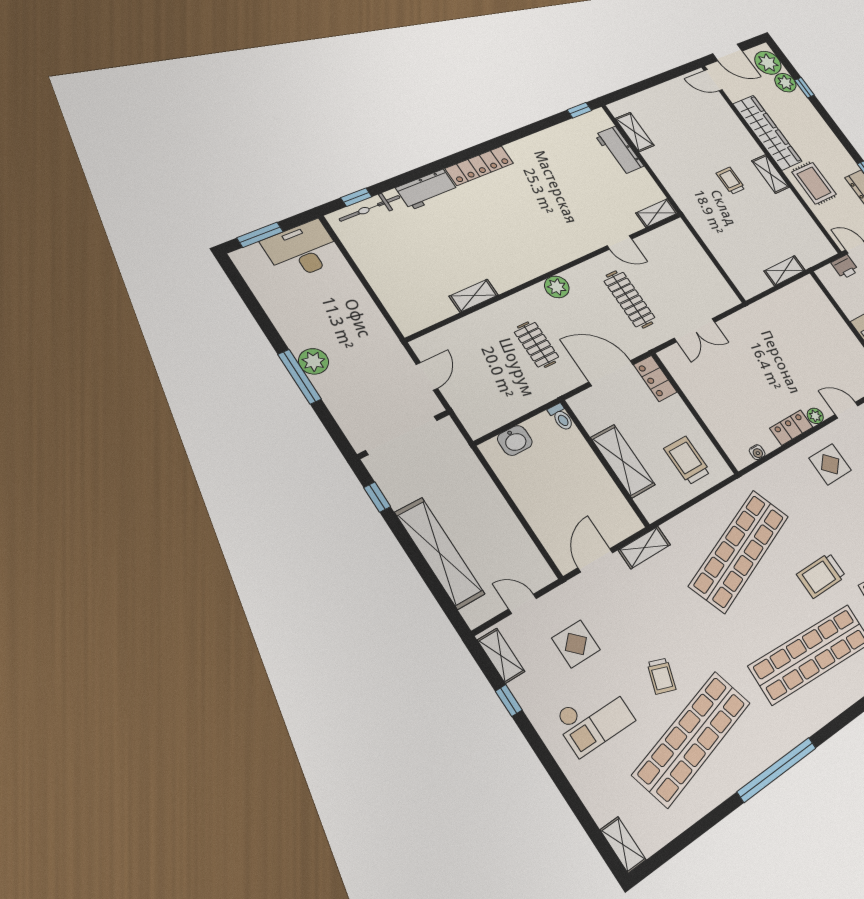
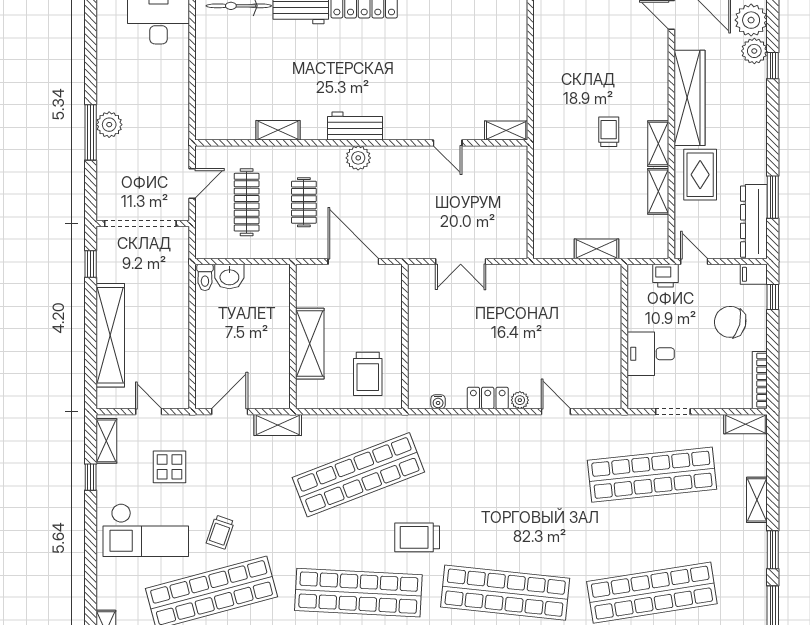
shelving: (635, 132) -> (658, 191), moved
workbench: (619, 150) -> (355, 126), moved, turned 90
clothes rail: (629, 299) -> (247, 202), moved
locker: (655, 378) -> (391, 287), removed
toilet: (561, 417) -> (205, 277), moved
trolley: (687, 460) -> (368, 374), turned 180
display table: (830, 464) -> (500, 450), removed
checkout: (594, 718) -> (146, 530), width x1.36, depth x1.21

